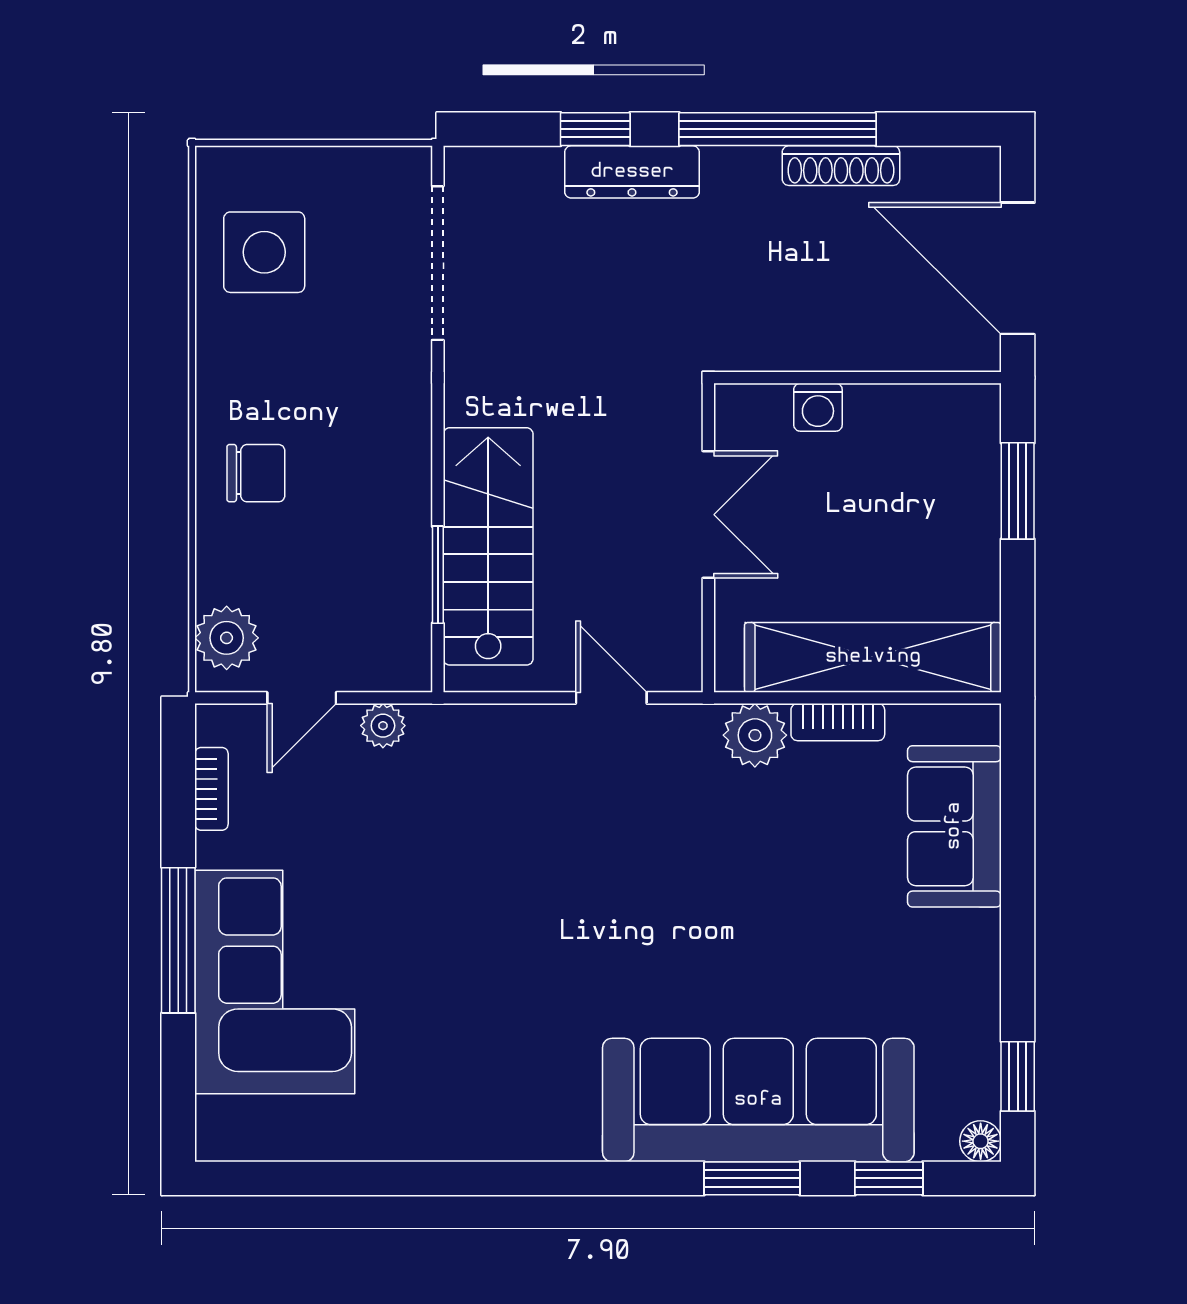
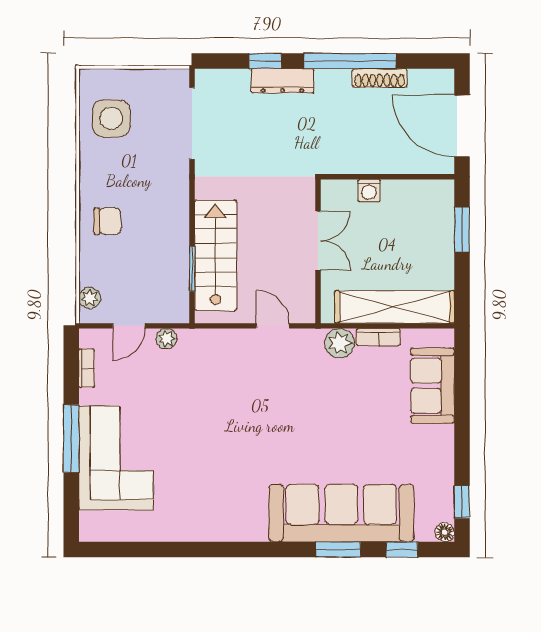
plant: (227, 638) -> (90, 298), width x0.73, depth x0.73

